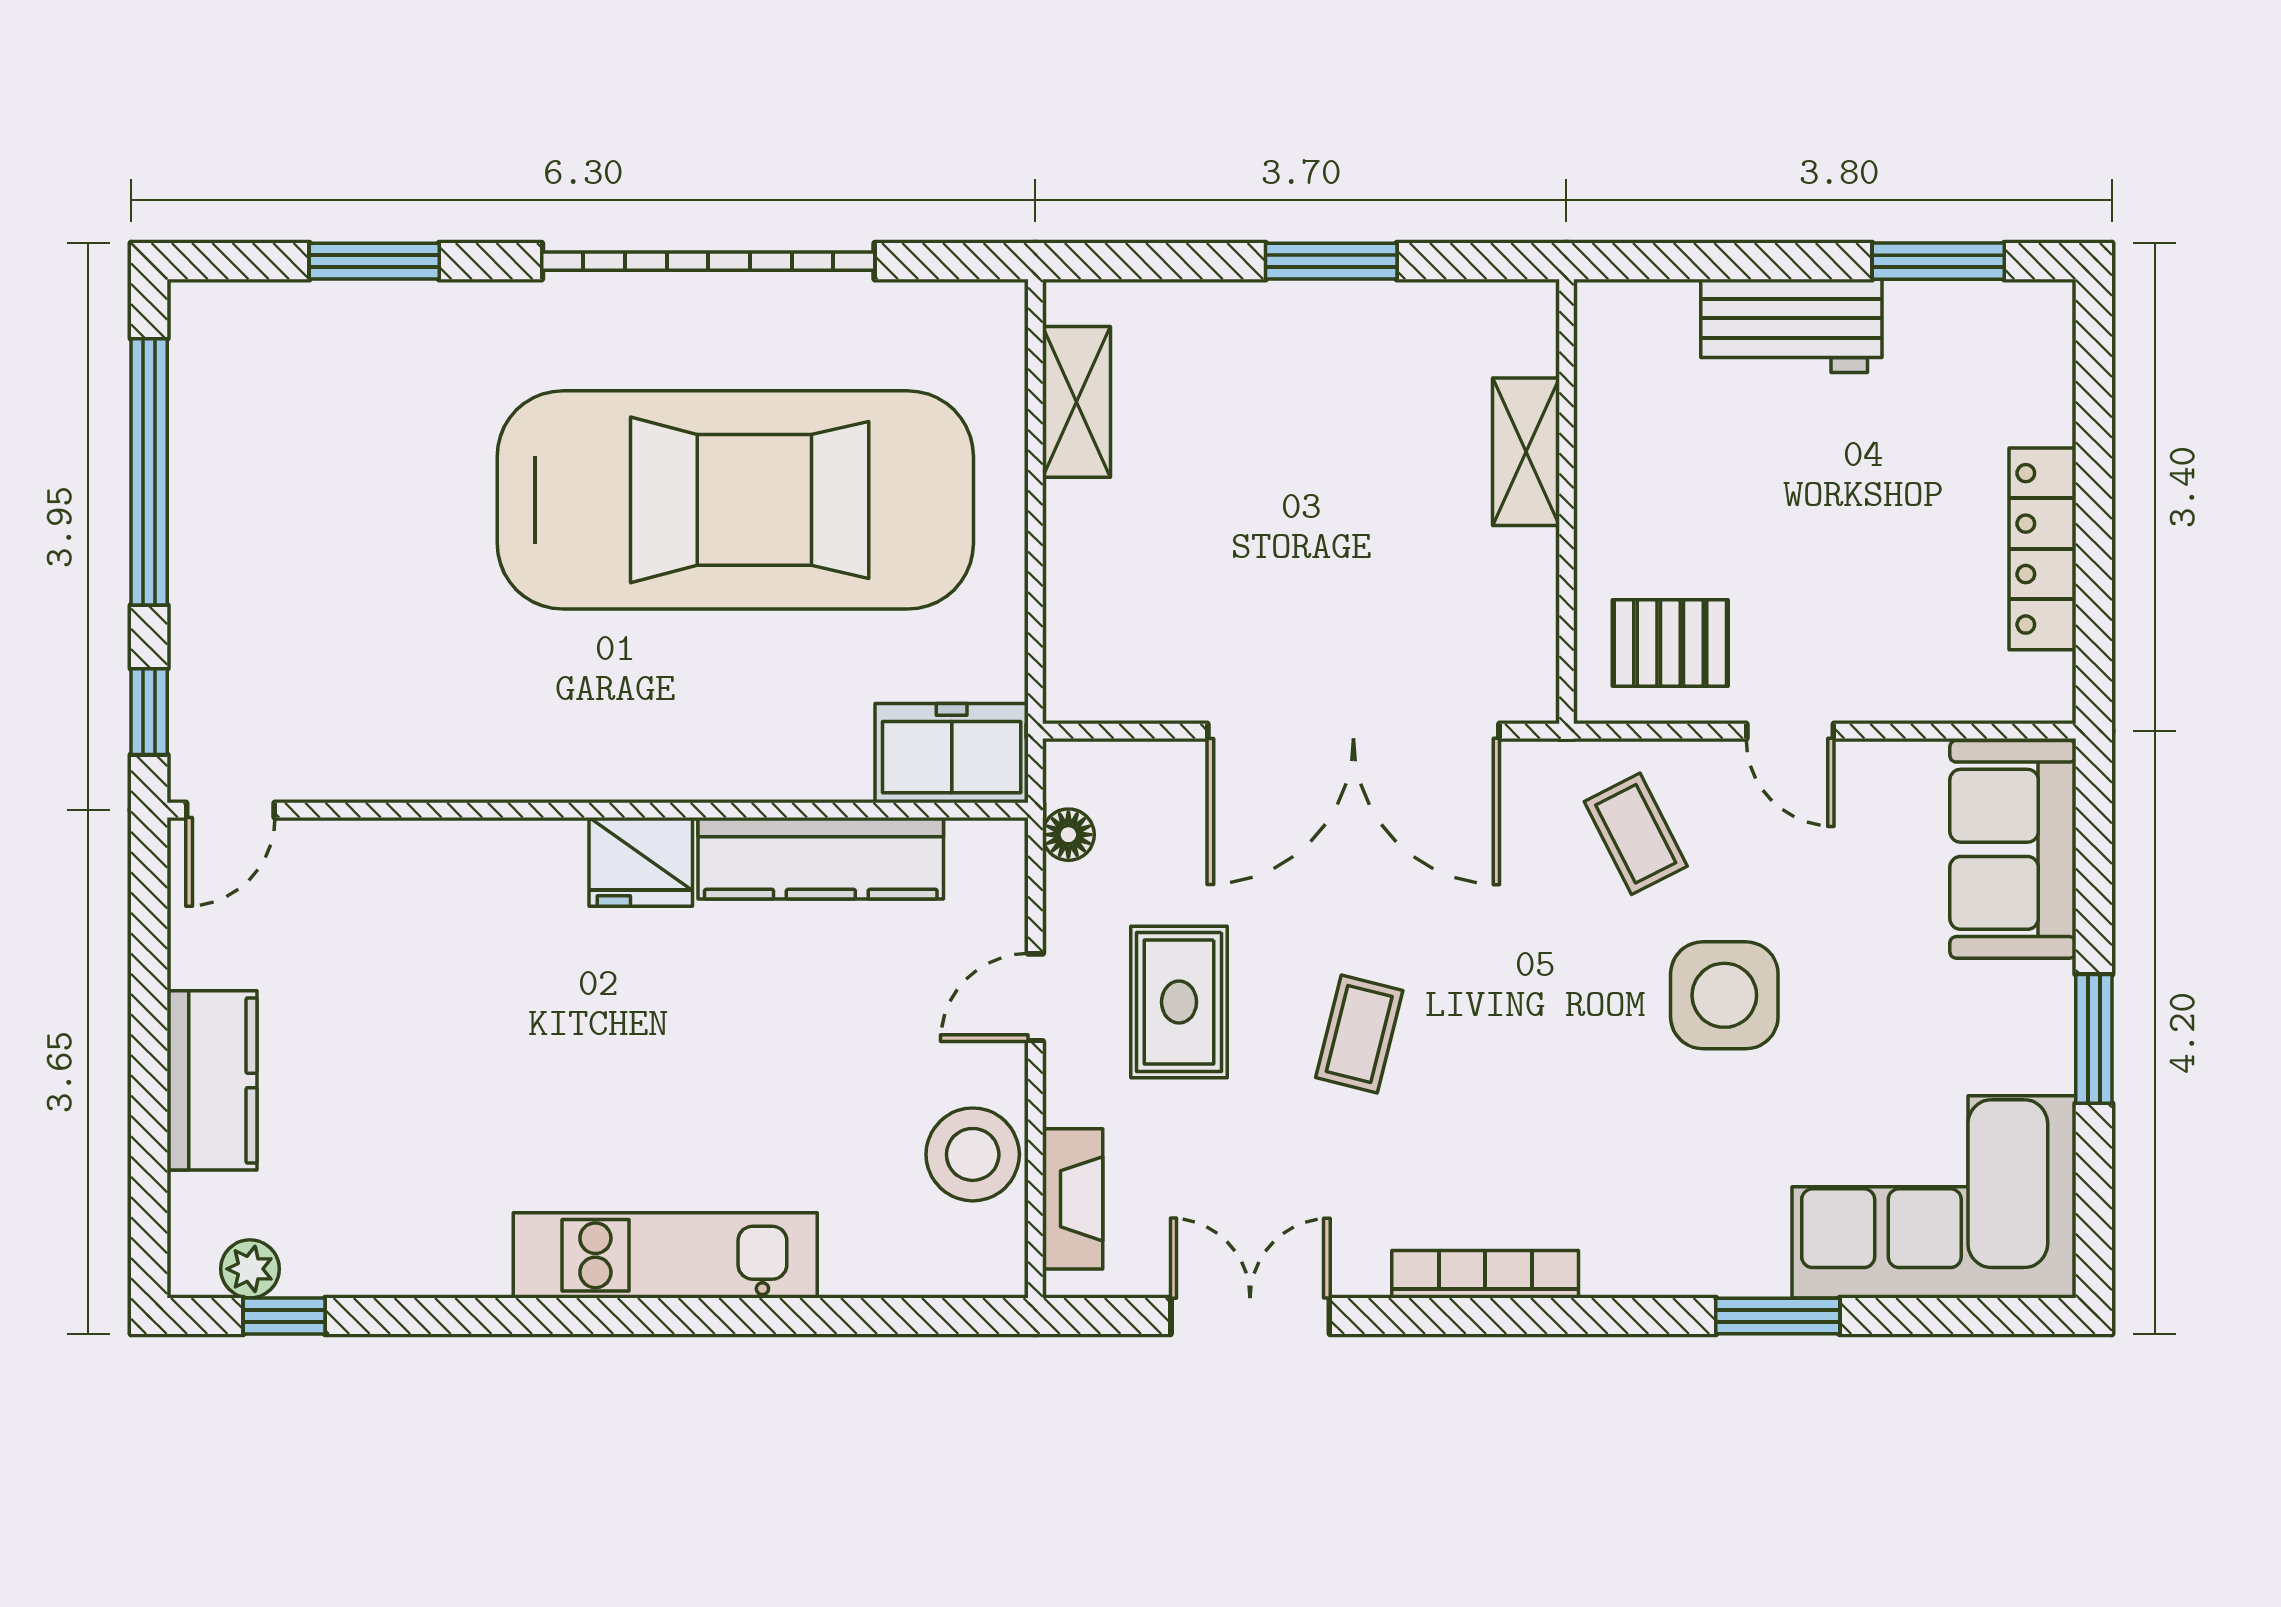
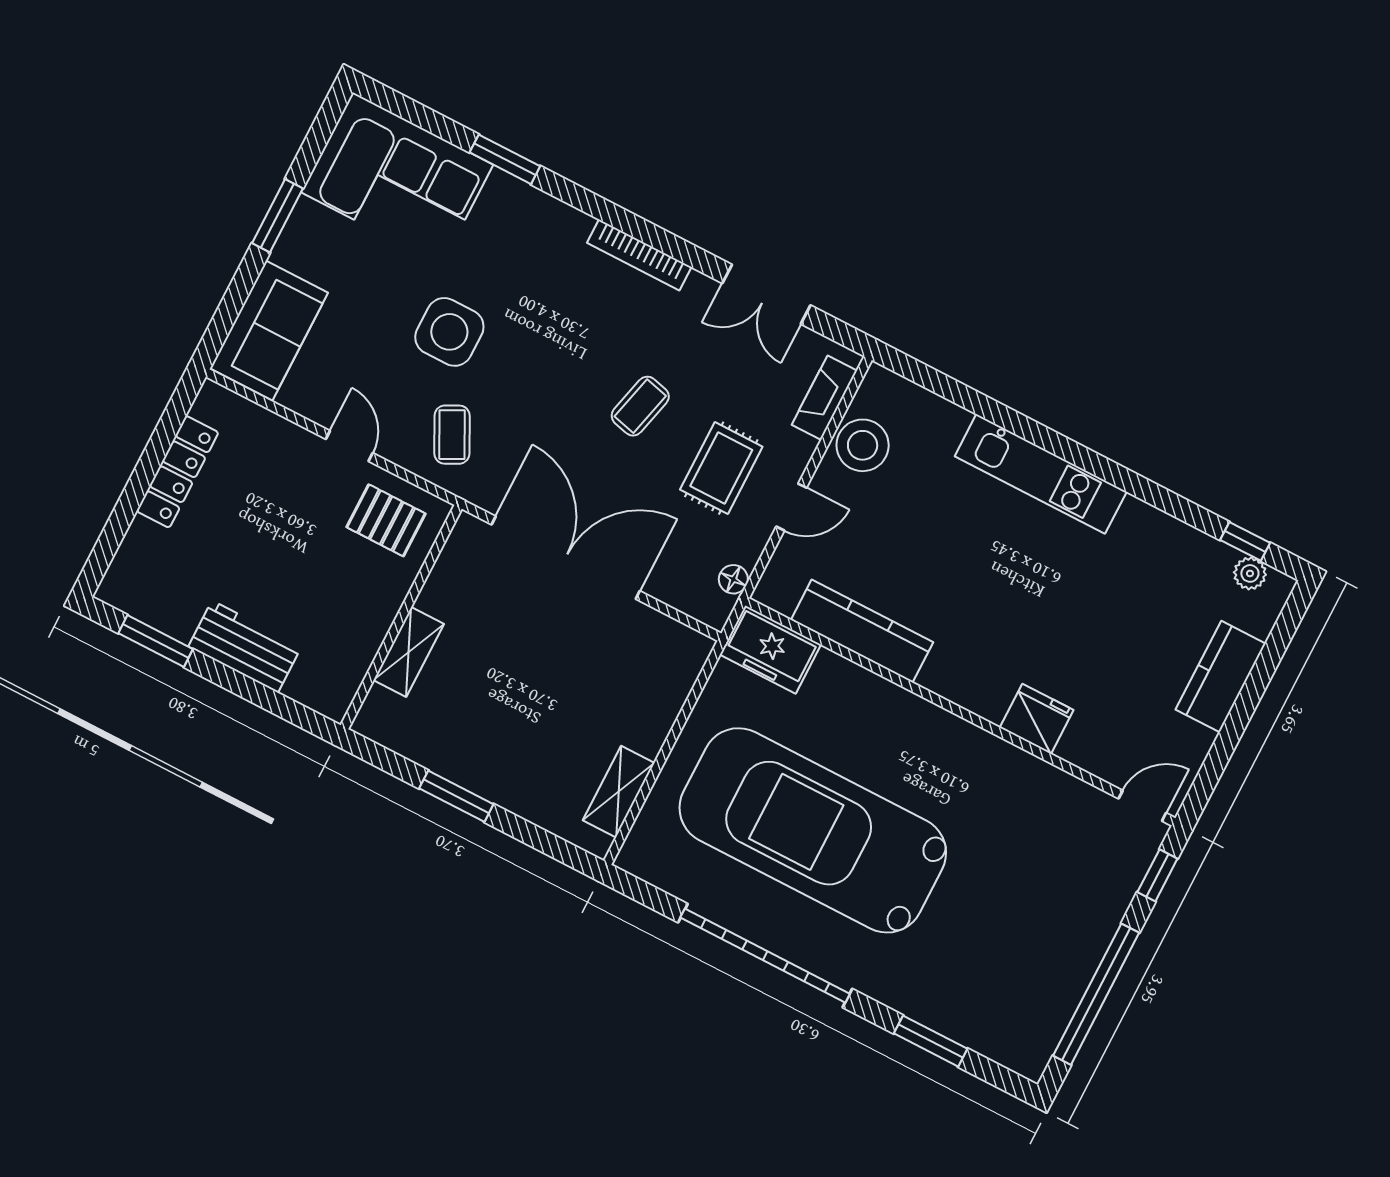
fridge: (641, 862) -> (1037, 719), moved

